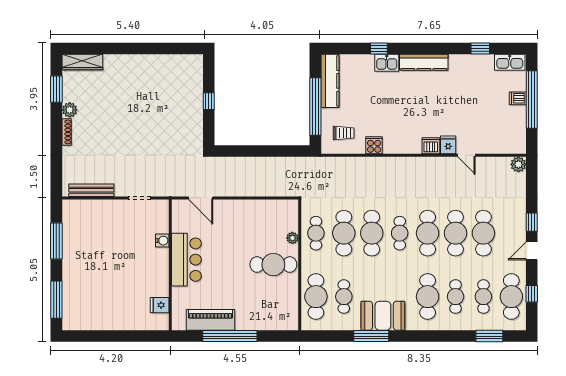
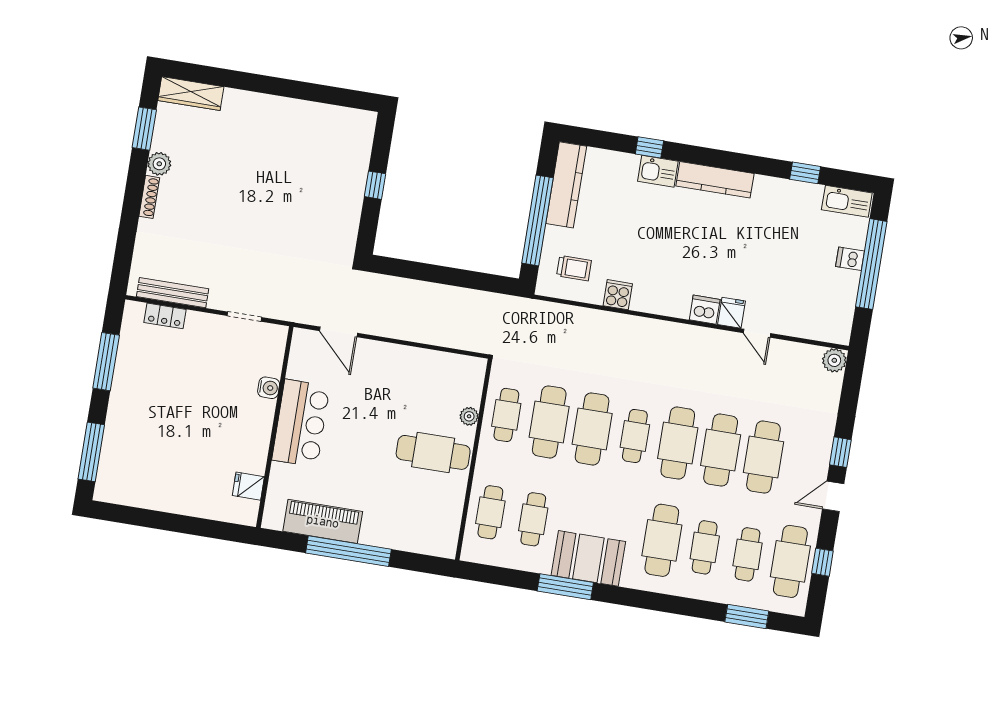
locker: (89, 206) -> (165, 316), added
cafe table: (316, 297) -> (490, 512), width x0.73, depth x0.74

